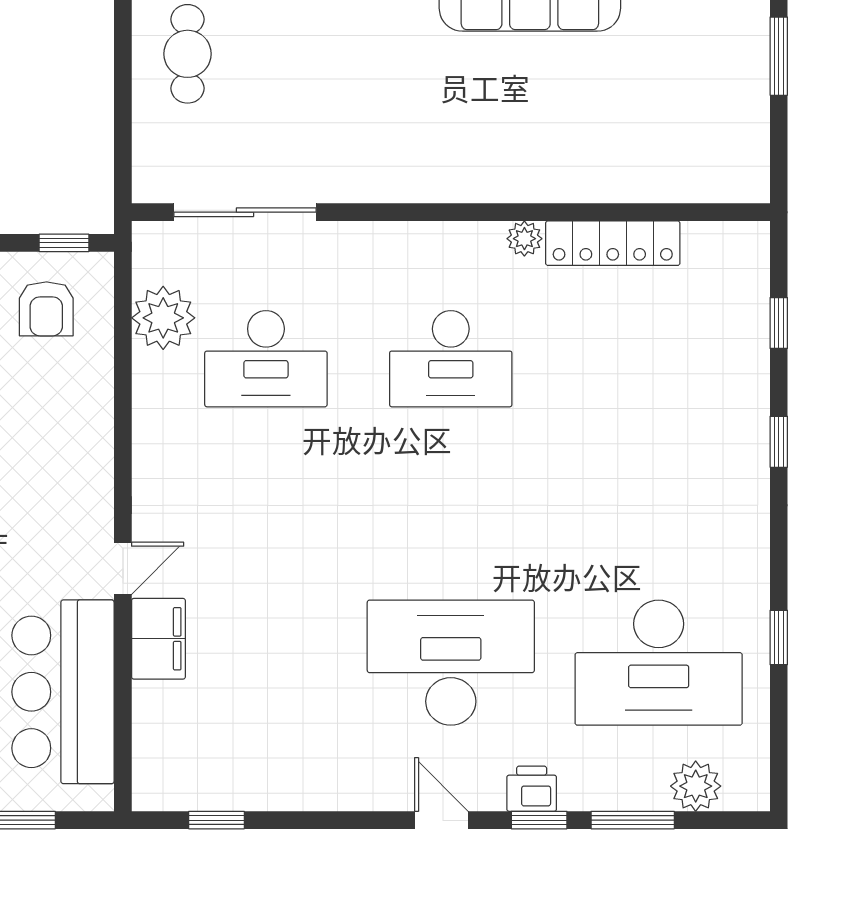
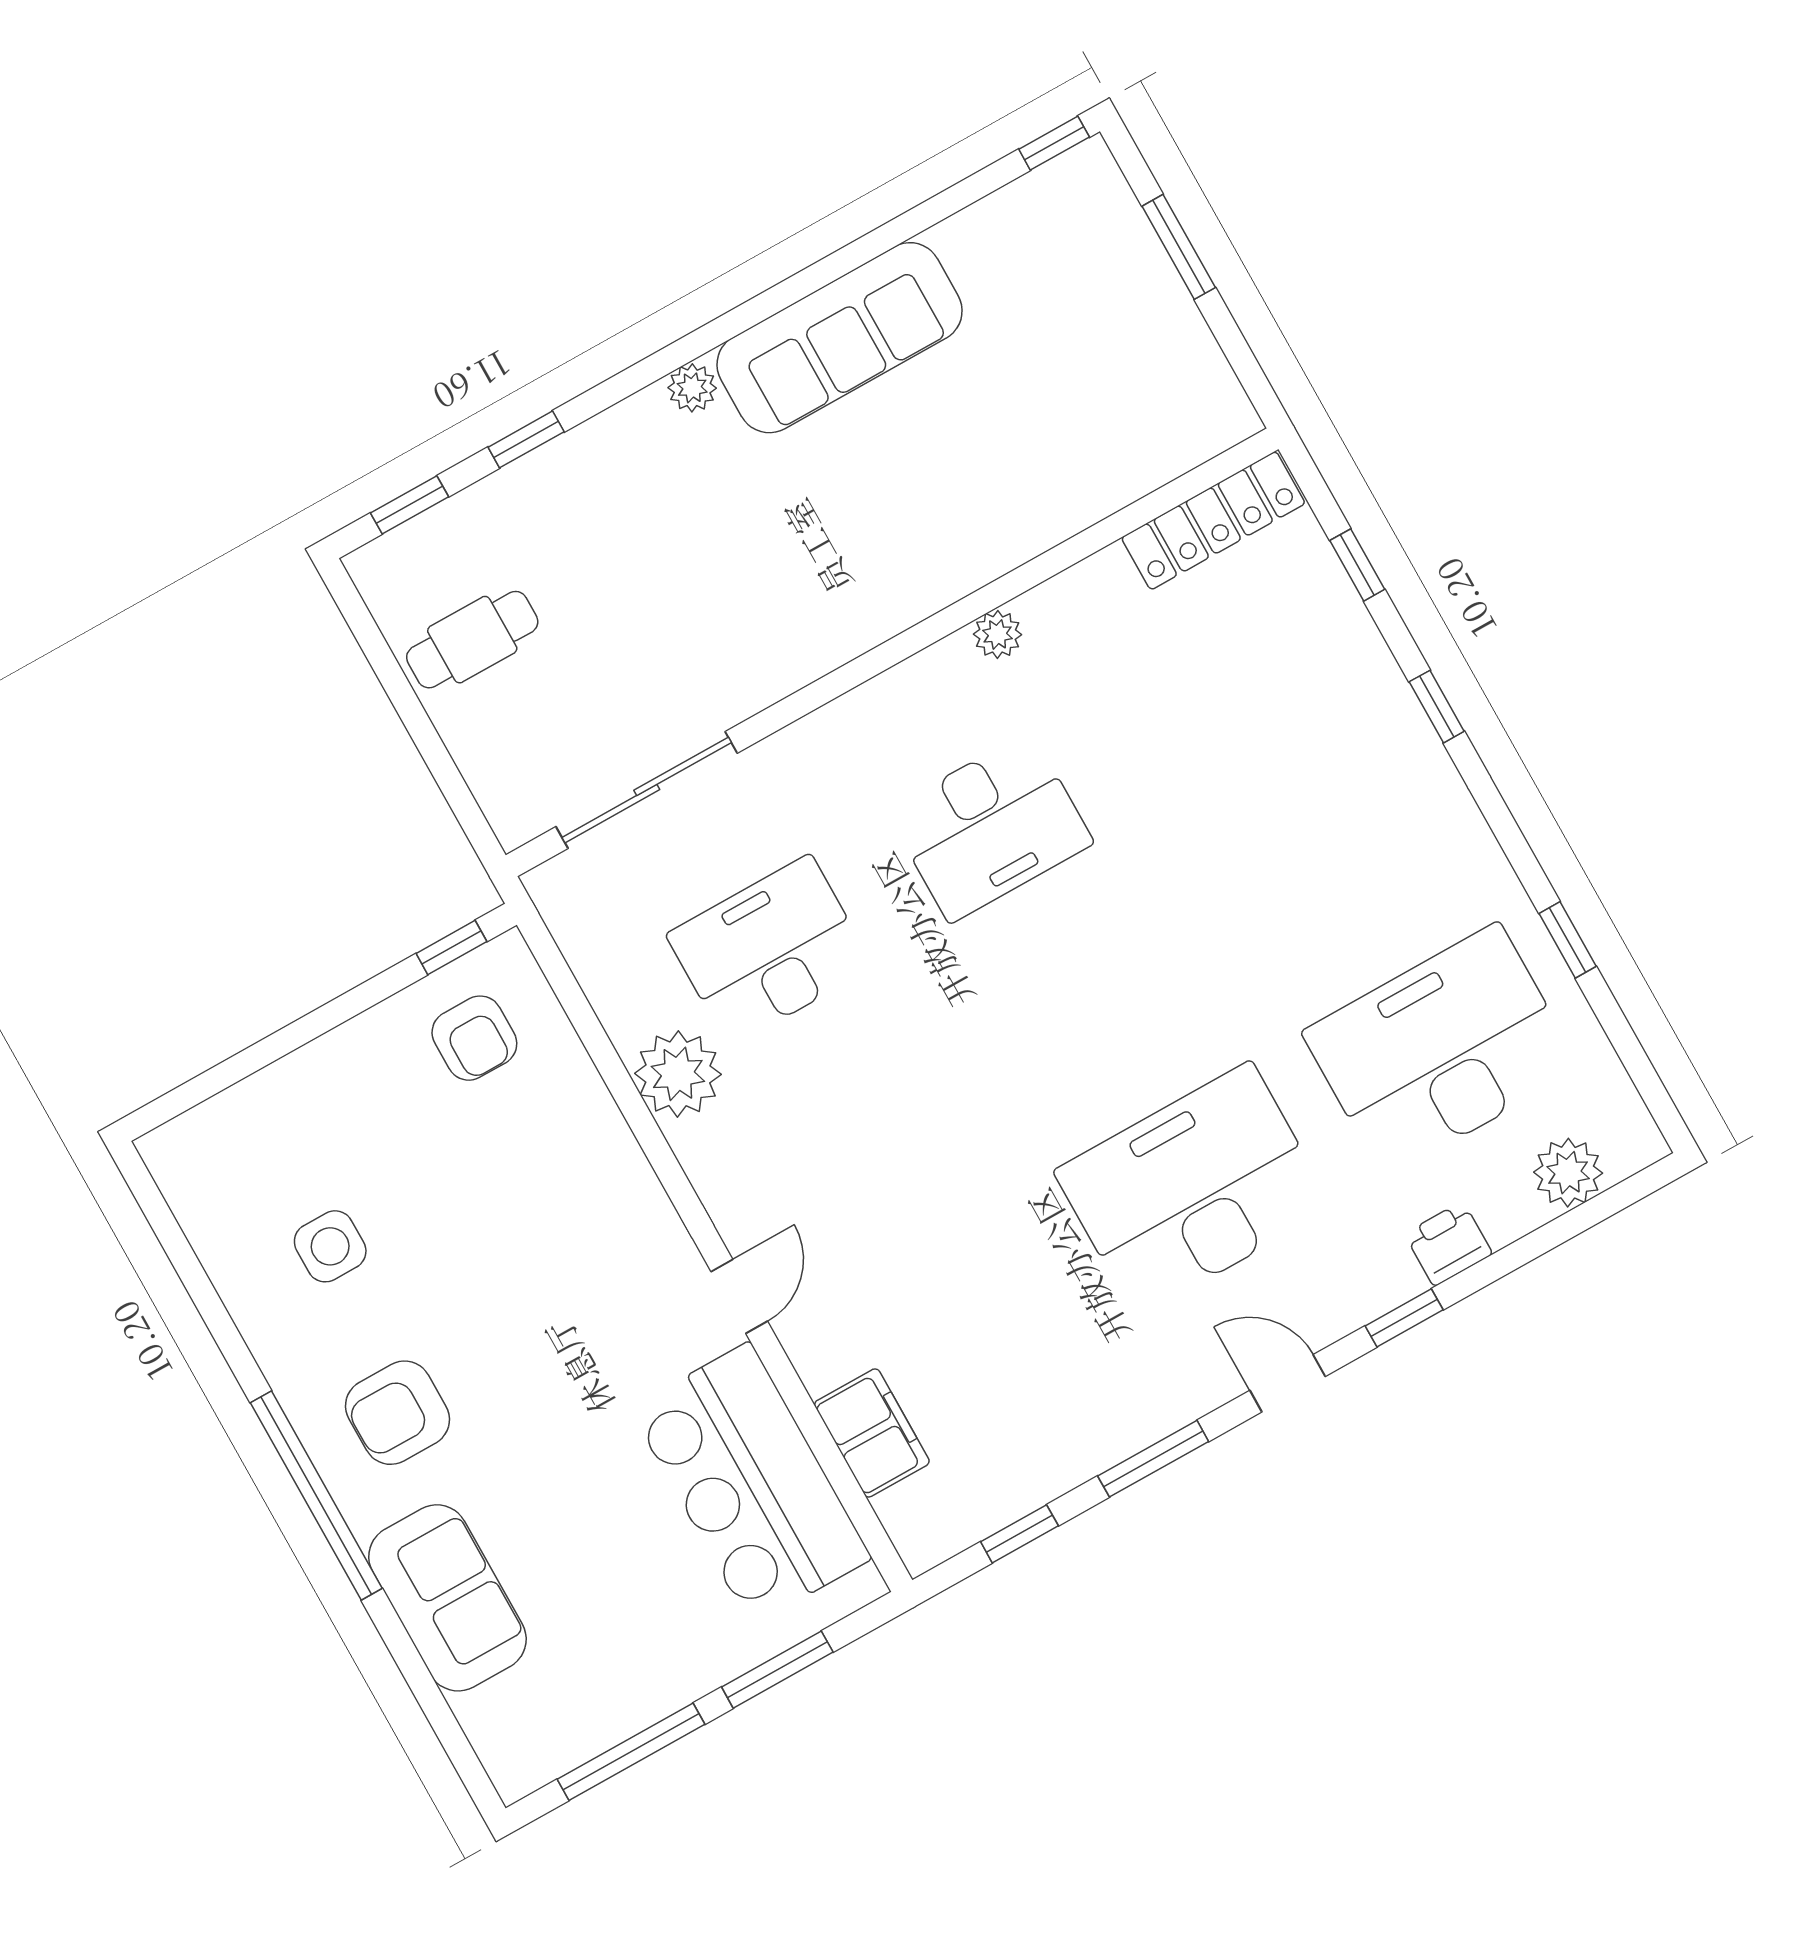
cafe table: (188, 54) -> (472, 640), turned 90
locker: (613, 243) -> (1213, 521), moved
plant: (163, 318) -> (678, 1074), moved
desk: (266, 359) -> (770, 951), turned 180
filing cabinet: (158, 639) -> (872, 1433), moved
desk: (659, 663) -> (1441, 1050), turned 180
printer: (532, 789) -> (1448, 1244), moved
window: (633, 820) -> (1153, 1459), moved

